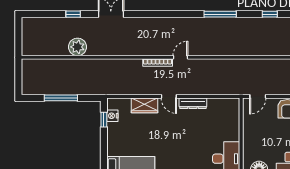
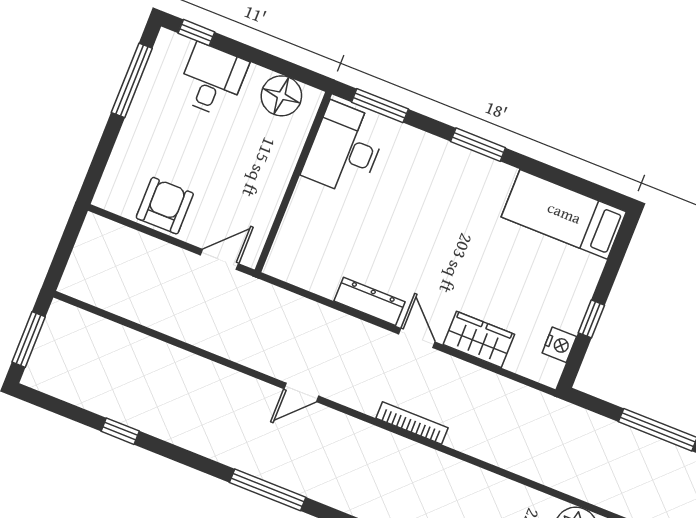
window: (220, 14) -> (268, 490), moved
door: (180, 57) -> (301, 392), moved
window: (104, 120) -> (591, 319), moved

